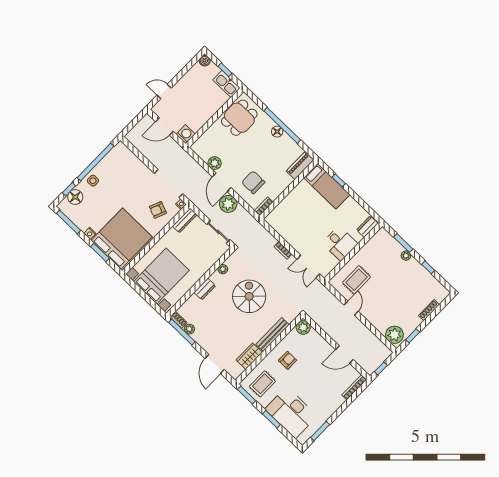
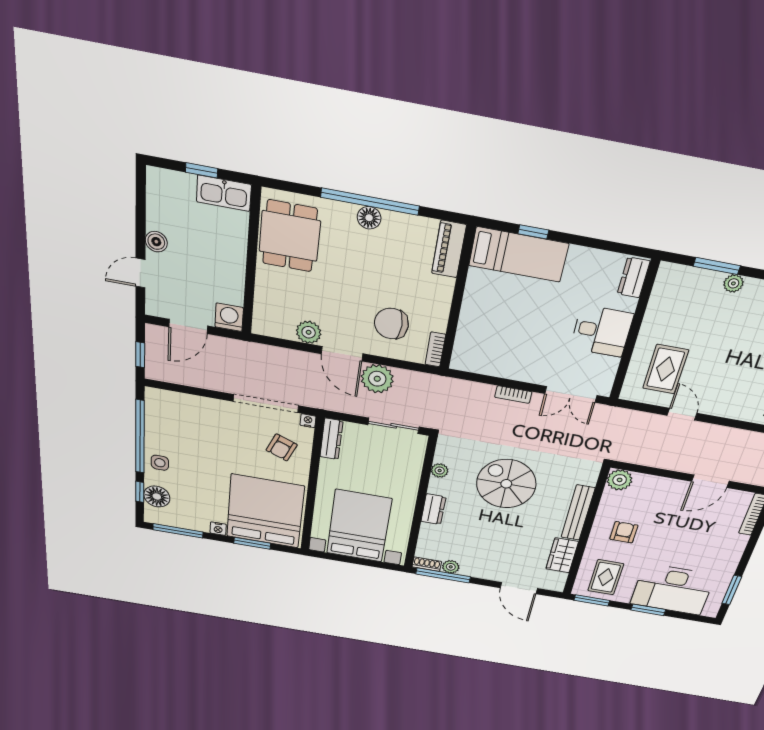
boiler: (205, 61) -> (156, 242), moved
window: (132, 125) -> (140, 355), added

